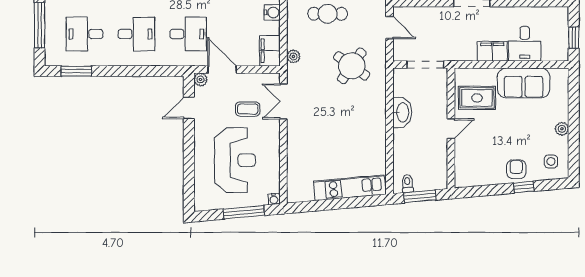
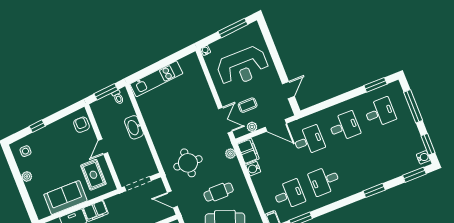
water cooler: (272, 12) -> (253, 169), moved
desk: (136, 34) -> (344, 127), turned 180
desk: (188, 34) -> (309, 141), turned 180
round table: (352, 66) -> (188, 163), turned -33
plant: (200, 79) -> (252, 127), moved
rug: (477, 98) -> (93, 175), turned 90
washbasin: (402, 112) -> (134, 127), moved
reception desk: (235, 160) -> (243, 67), turned -90
armchair: (516, 169) -> (82, 125), moved, turned 180
window: (244, 212) -> (233, 28), moved

